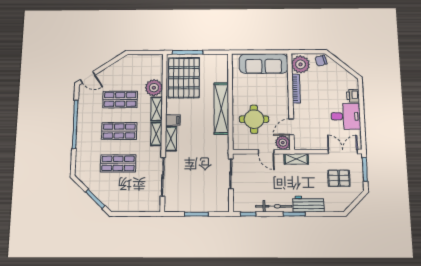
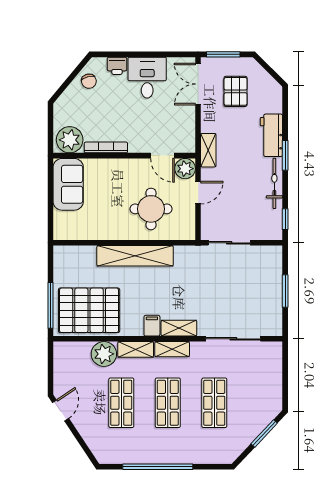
chair: (321, 61) -> (89, 81), moved
sofa: (264, 64) -> (68, 184), width x0.73
door: (88, 77) -> (60, 410), moved

